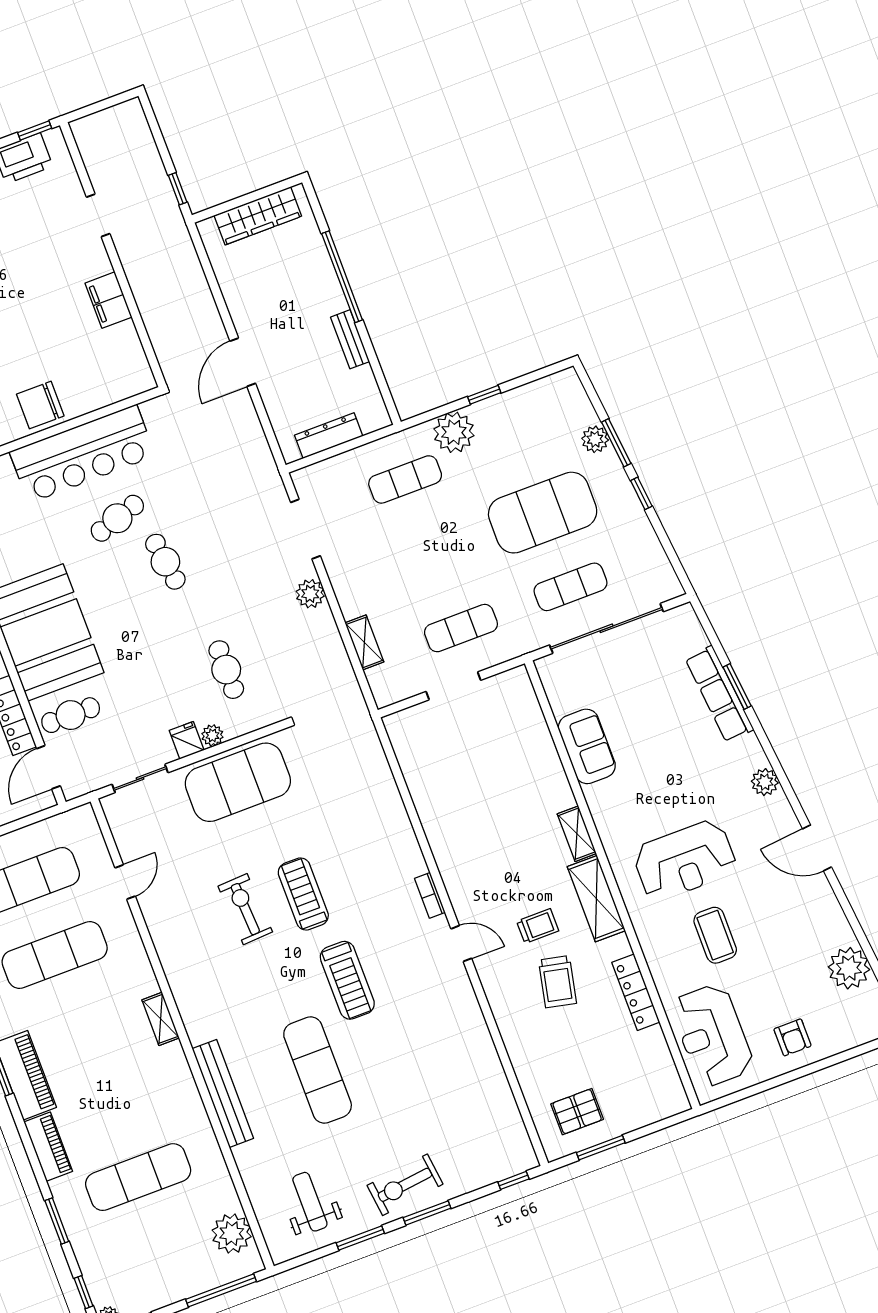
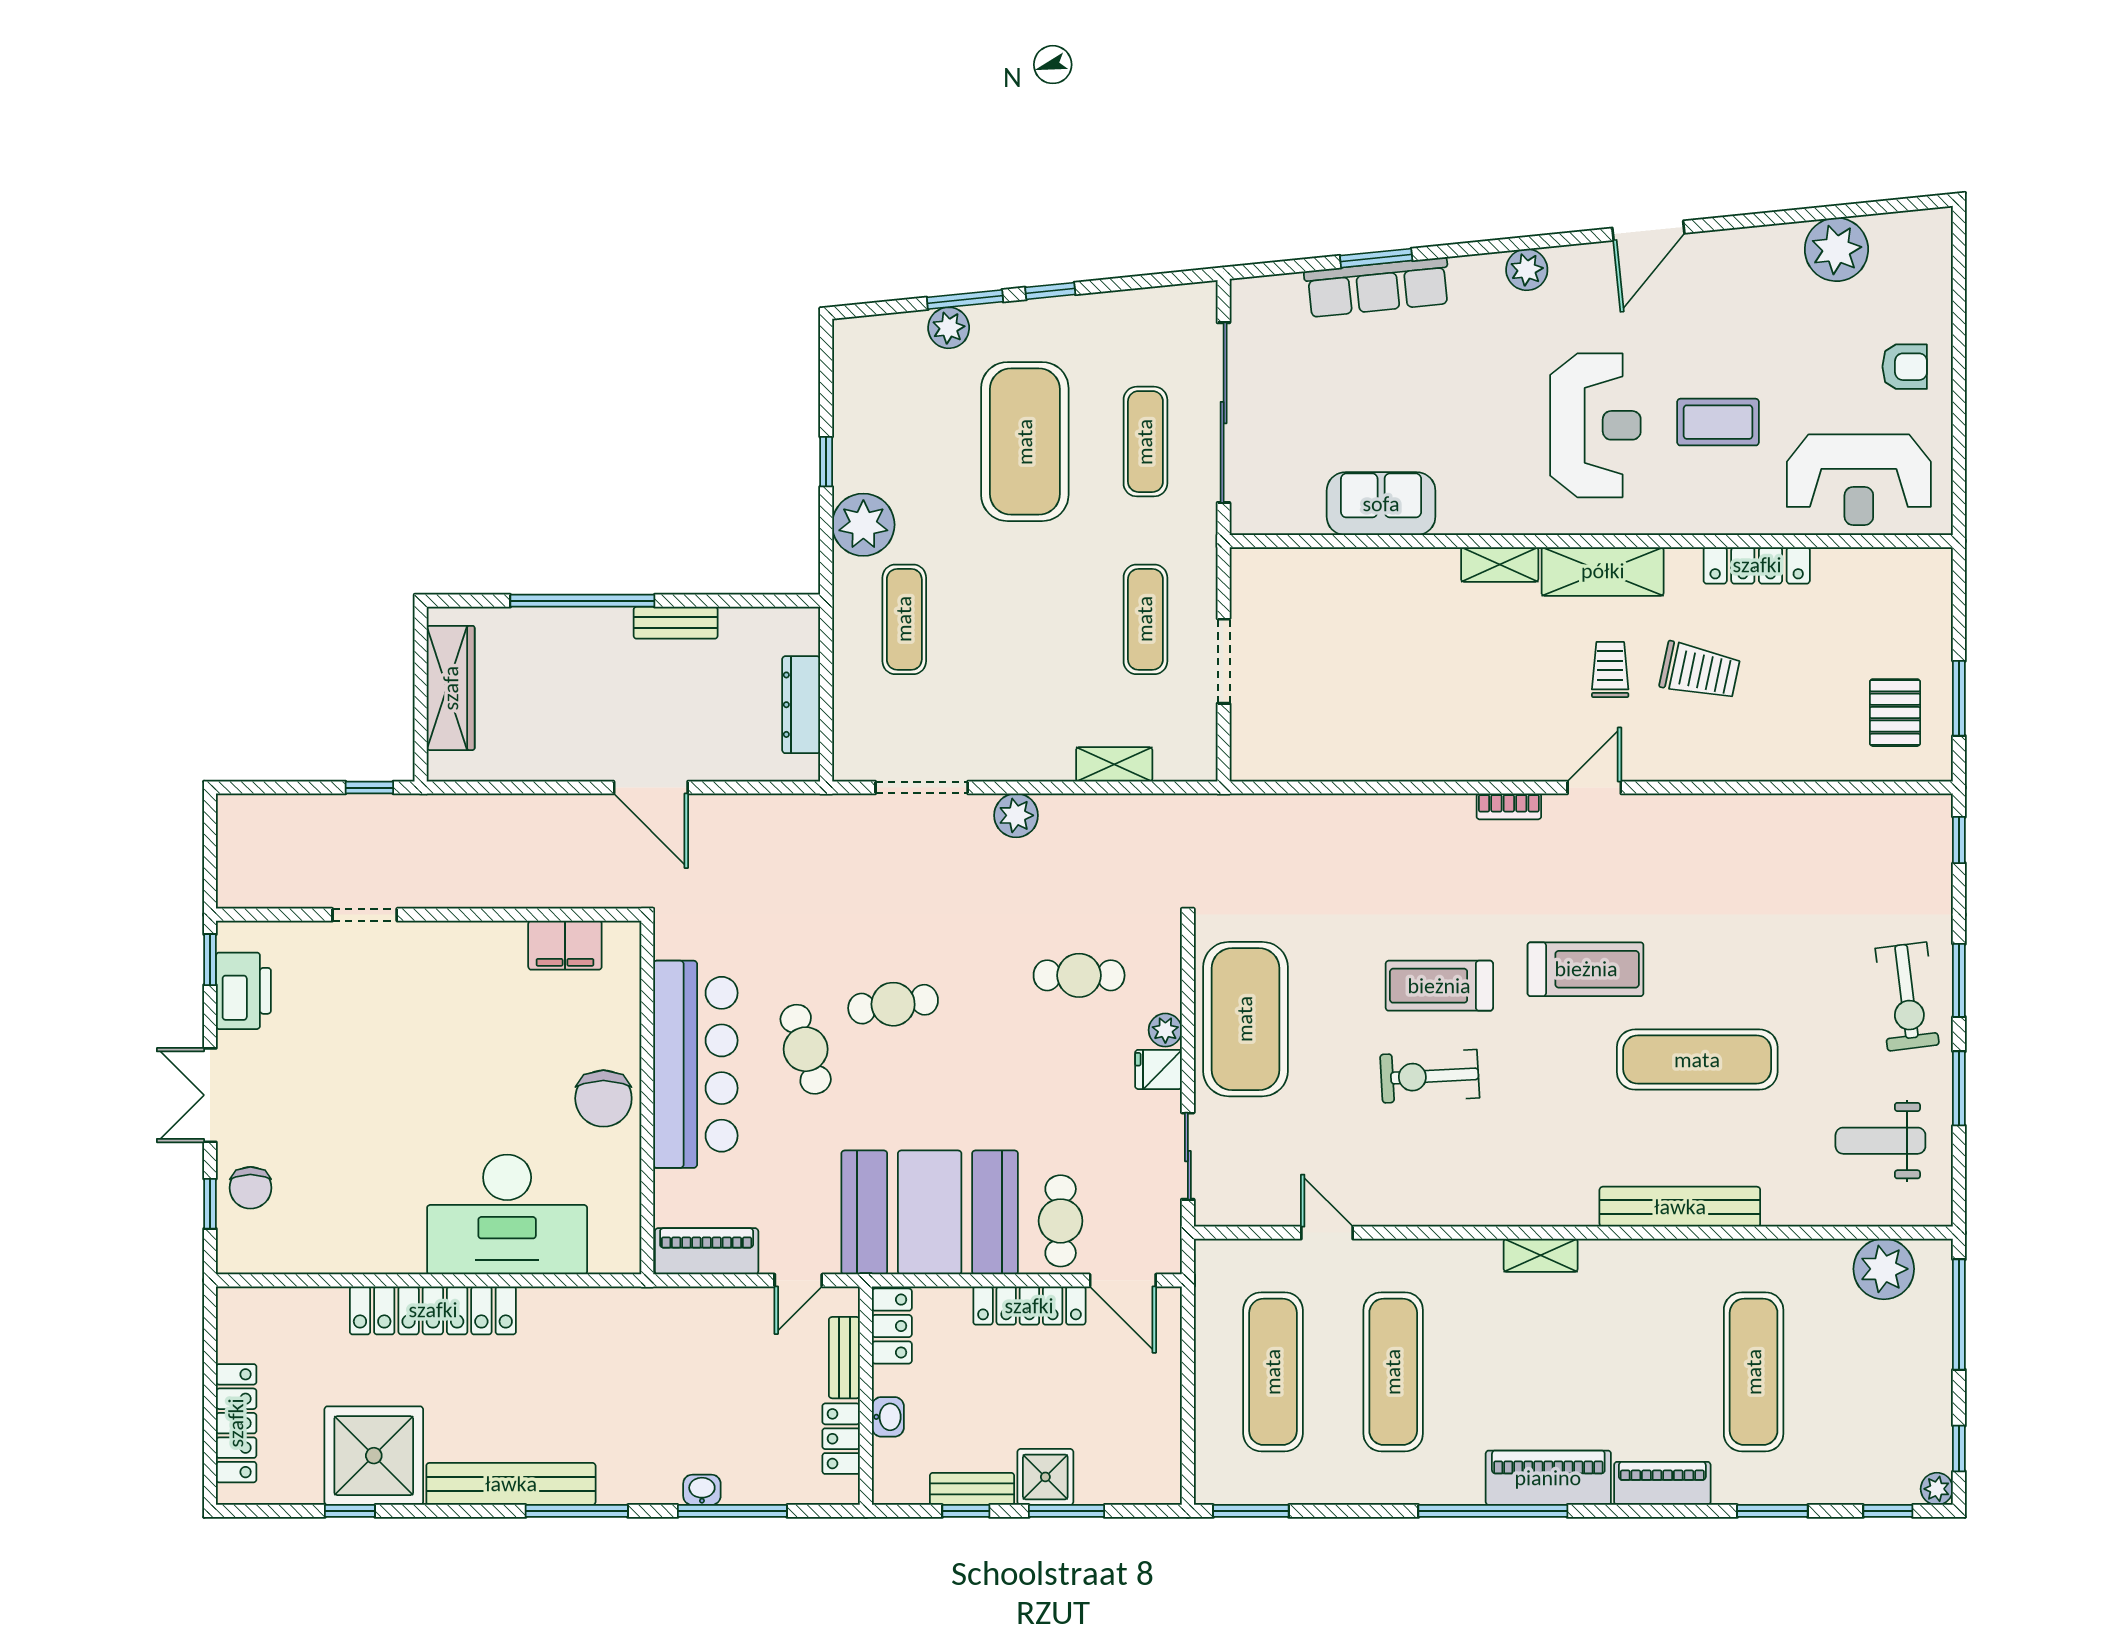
filing cabinet: (109, 300) -> (565, 945), moved

